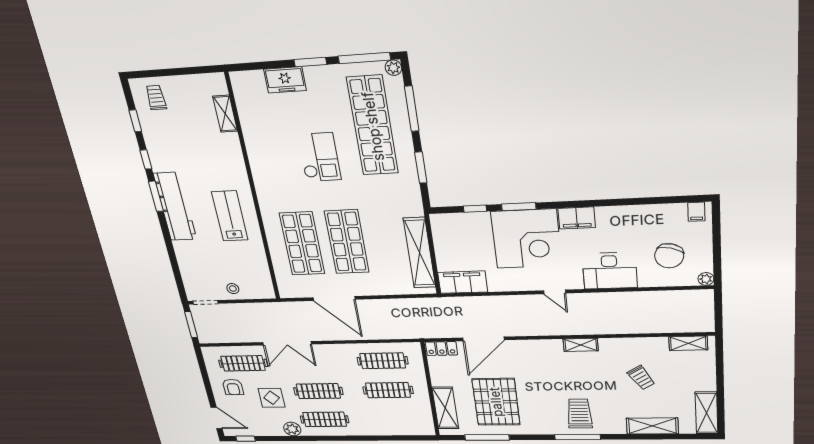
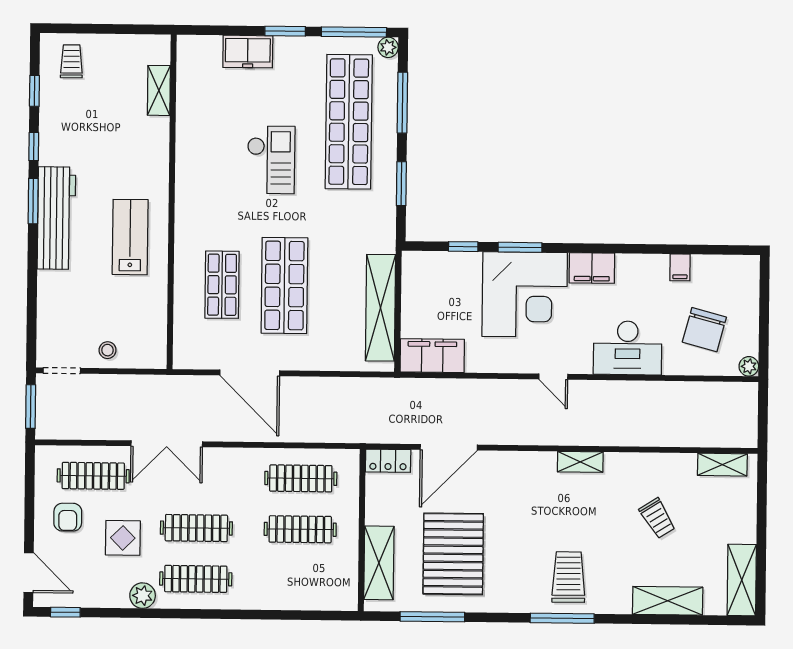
filing cabinet: (696, 212) -> (680, 267), moved
shop shelf: (302, 244) -> (222, 285), width x0.70, depth x0.74

